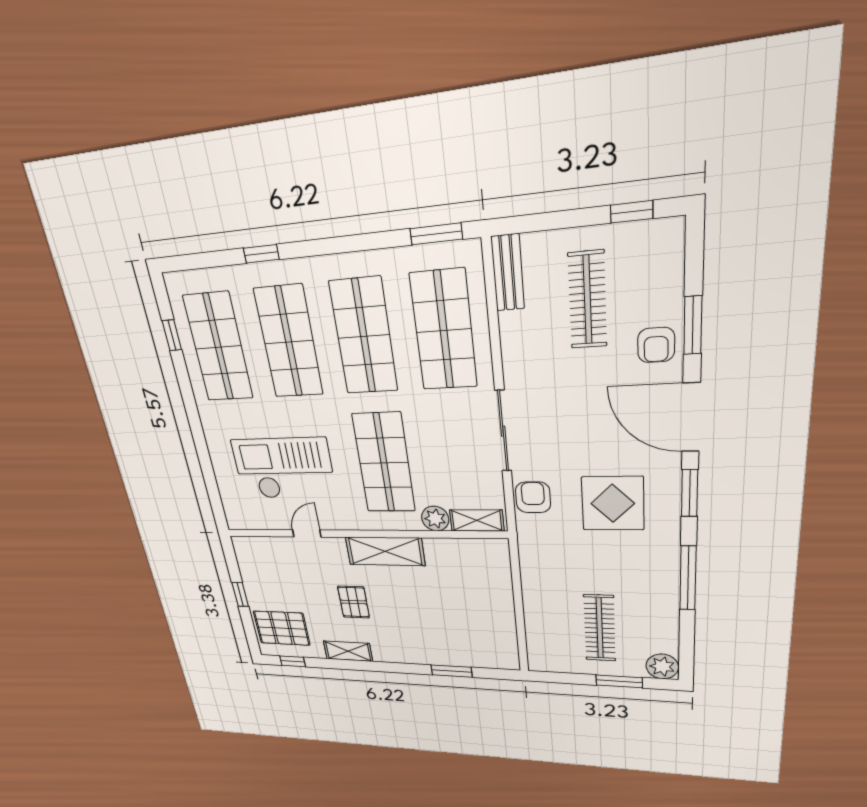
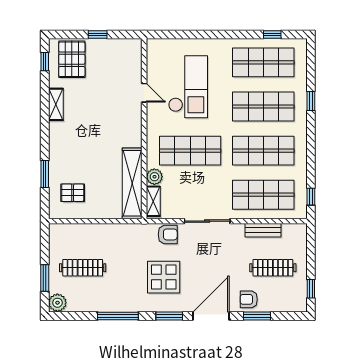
window: (436, 234) -> (311, 197), width x0.67
bench: (508, 273) -> (263, 230), moved
shelving: (385, 551) -> (132, 183), moved, width x1.47
pallet: (354, 602) -> (73, 193), moved

